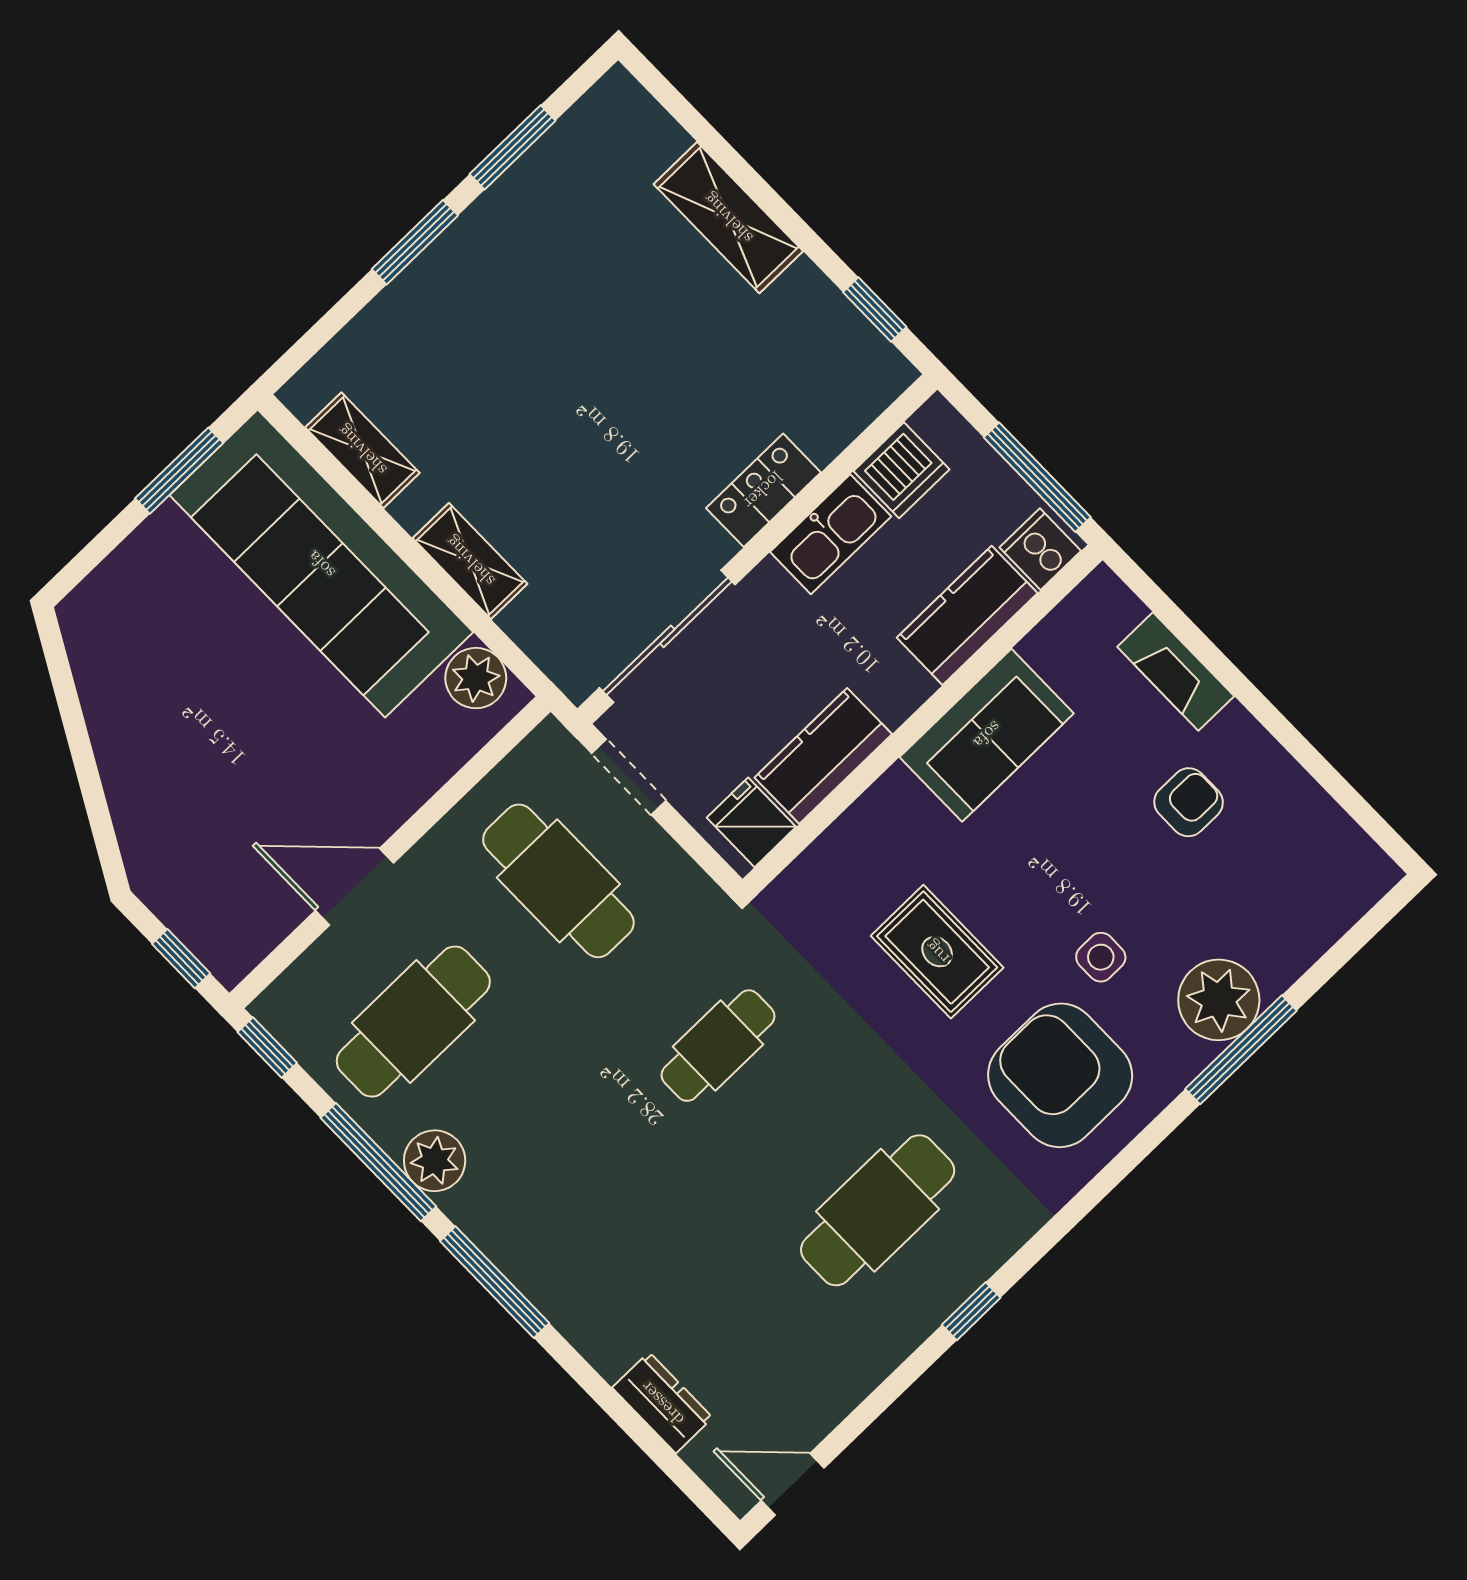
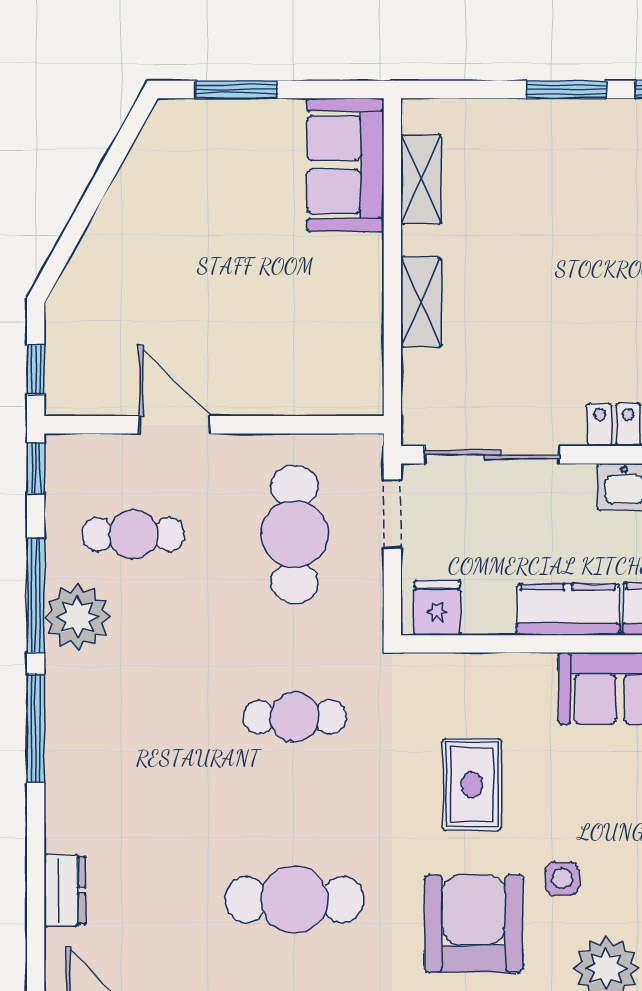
window: (179, 471) -> (236, 89), moved
sofa: (321, 564) -> (345, 165), width x0.54, depth x0.79
plant: (476, 678) -> (360, 372), removed
kitchen counter: (823, 756) -> (568, 610), moved
cafe table: (413, 1022) -> (134, 534), width x0.73, depth x0.74
plant: (435, 1161) -> (77, 617), width x1.36, depth x1.36

